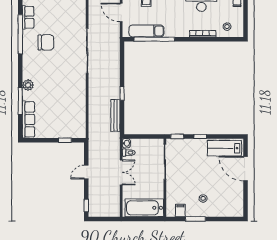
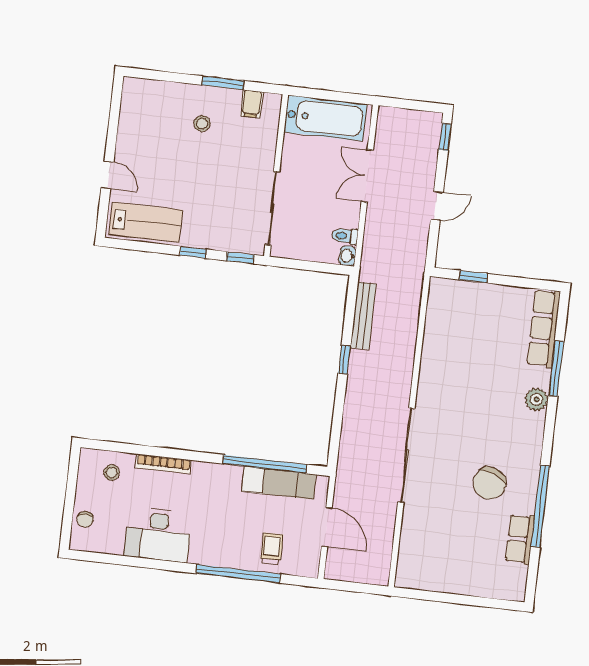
chair: (46, 42) -> (489, 483), turned -68
door: (245, 169) -> (107, 175), width x0.53
double door: (121, 172) -> (367, 176), moved

